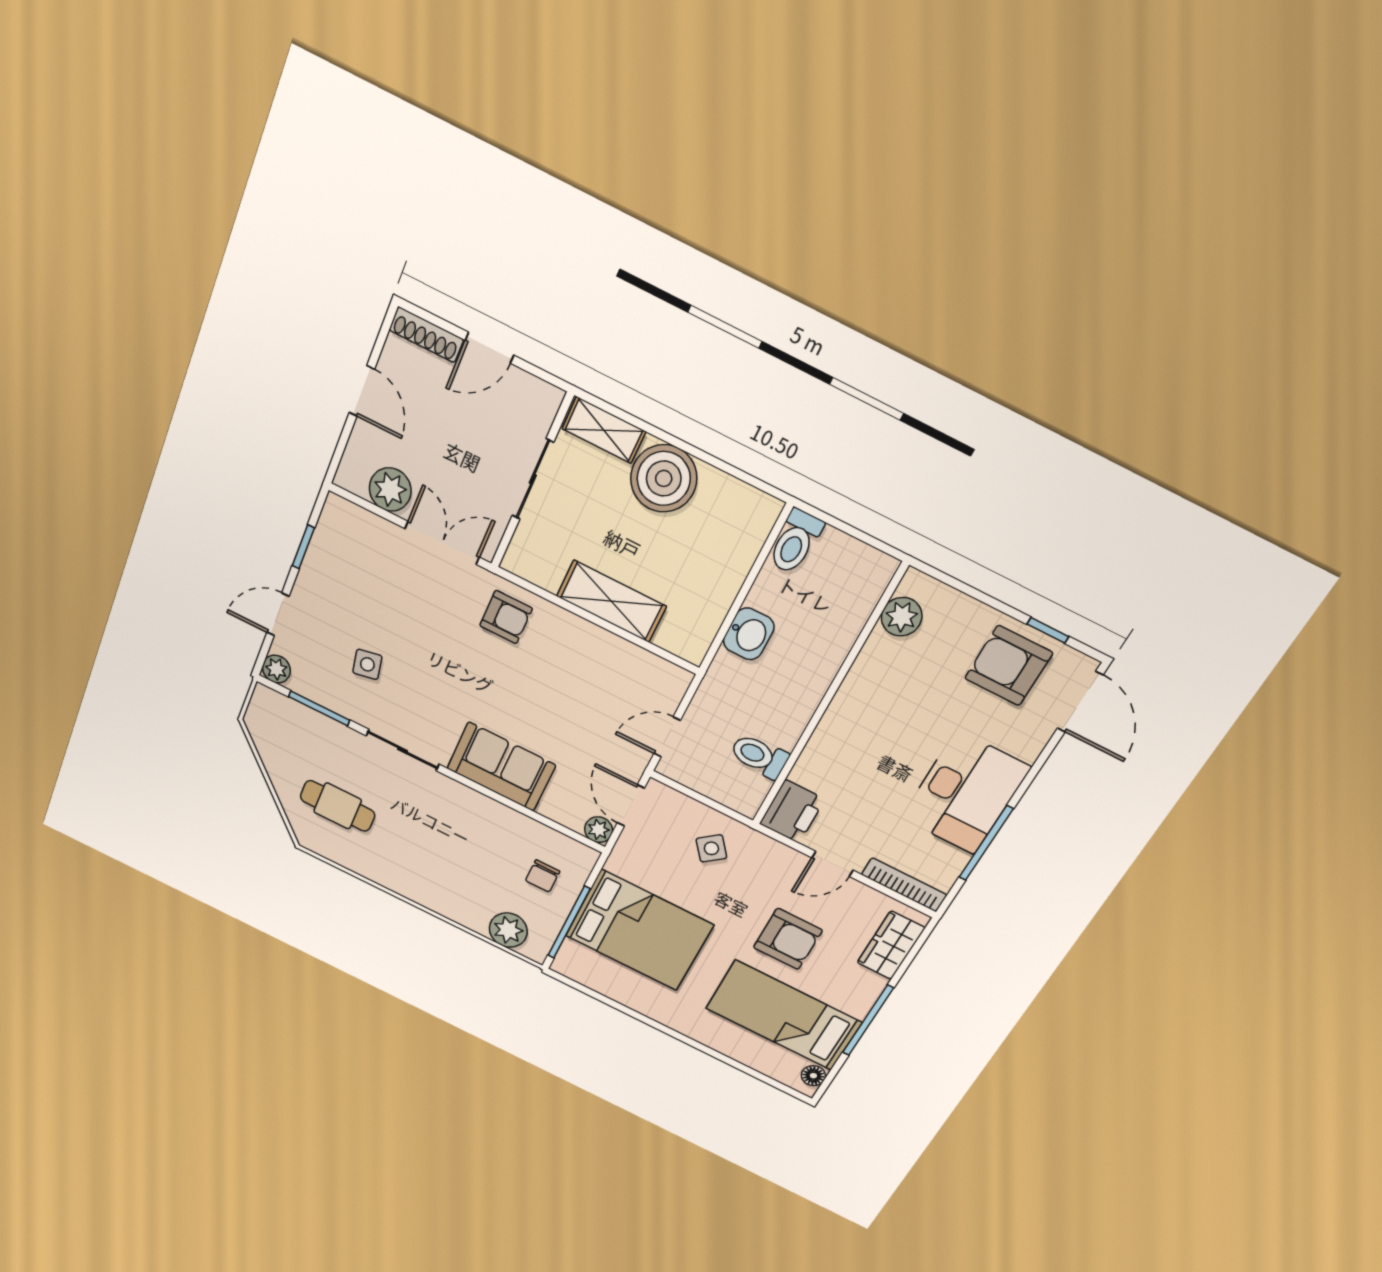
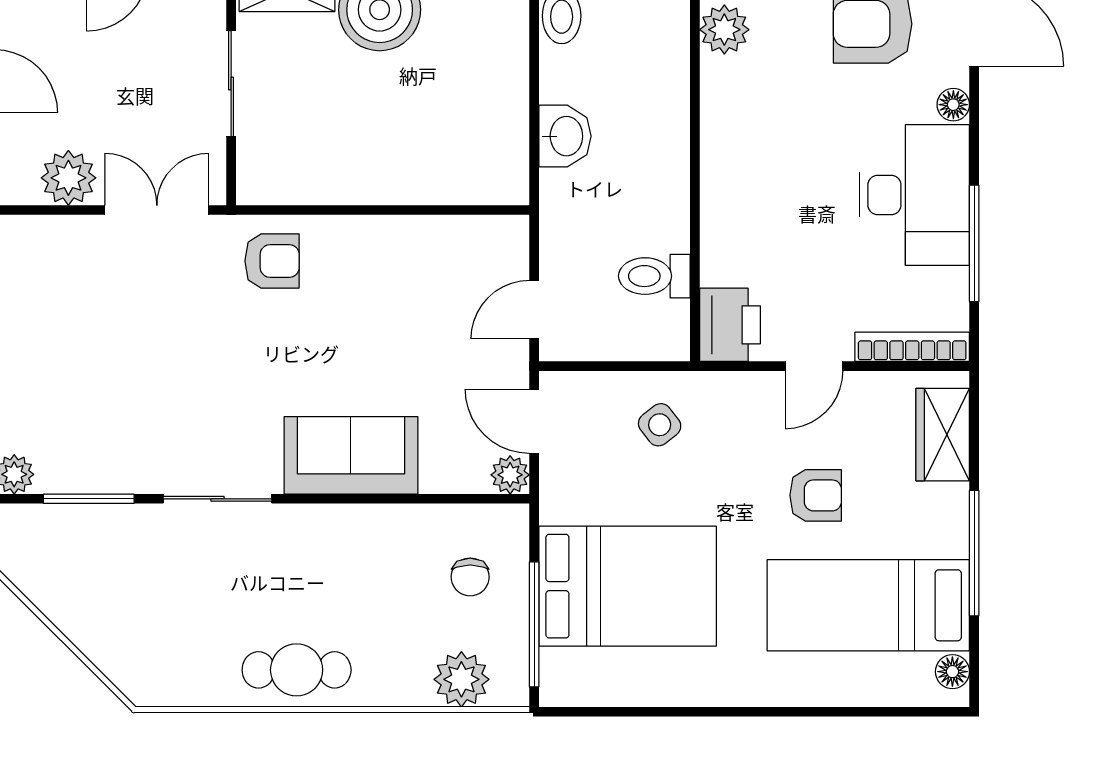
shelving: (611, 601) -> (388, 179), removed
side table: (367, 664) -> (127, 408), removed
floor lamp: (1030, 748) -> (953, 105), added
cafe table: (338, 806) -> (297, 670), moved
armchair: (788, 939) -> (816, 495), width x0.72, depth x0.72

